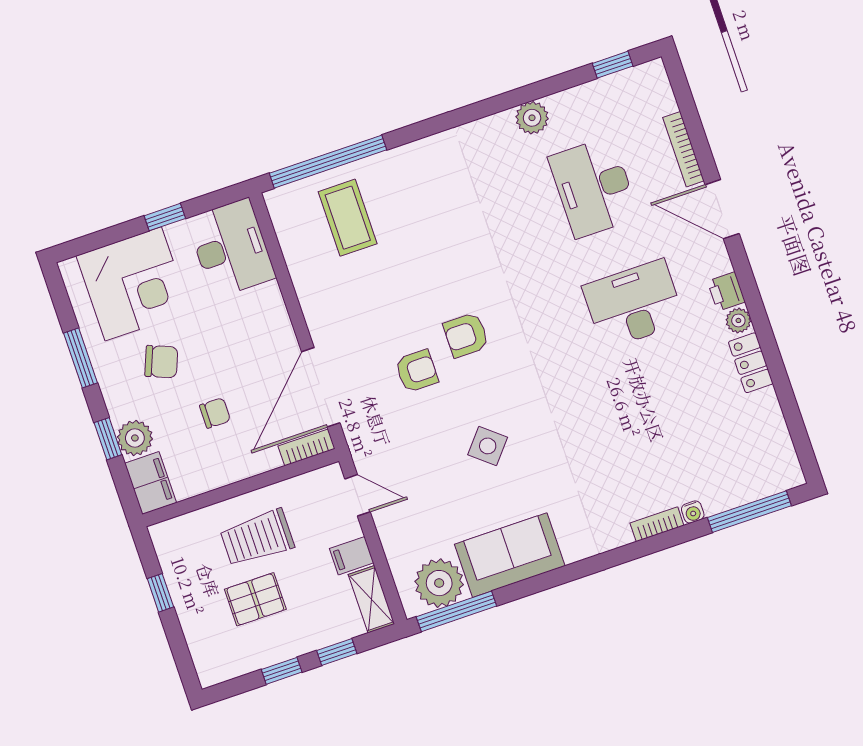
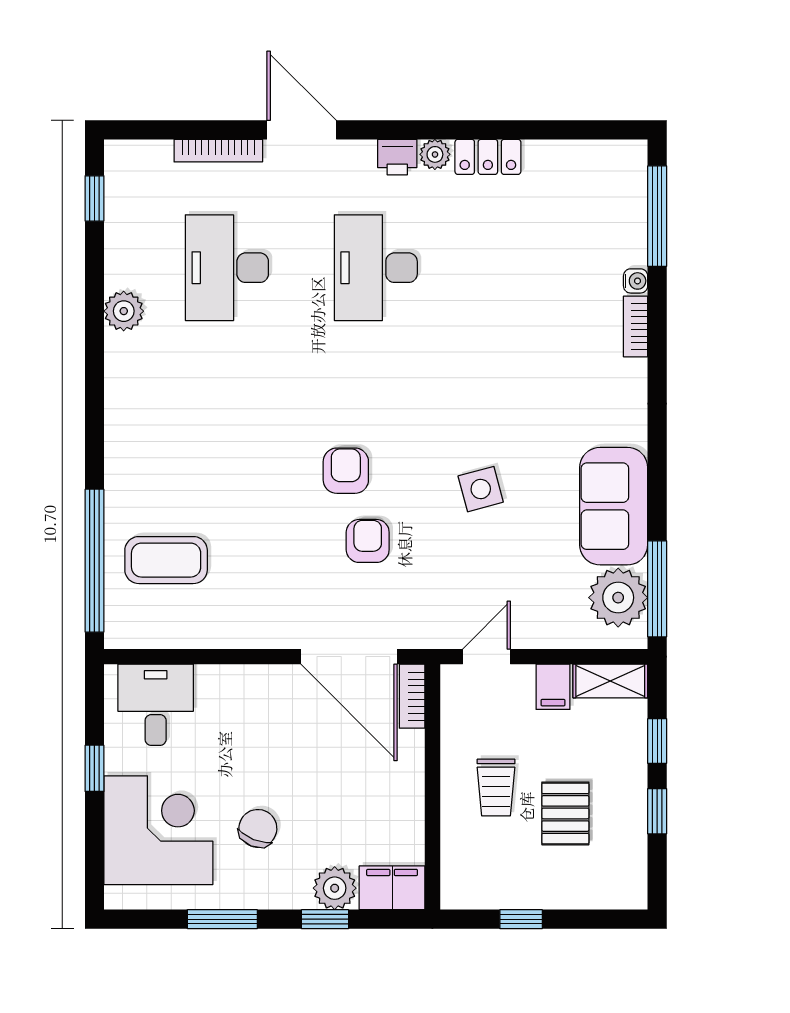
desk: (594, 187) -> (227, 268), turned 90
door: (722, 209) -> (302, 130), swing flipped
desk: (231, 248) -> (156, 705), width x0.73
armchair: (466, 335) -> (346, 471), turned 180
chair: (215, 413) -> (337, 787), removed
side table: (488, 446) -> (481, 489), turned 35
trolley: (257, 538) -> (496, 788), width x0.73, depth x0.72

